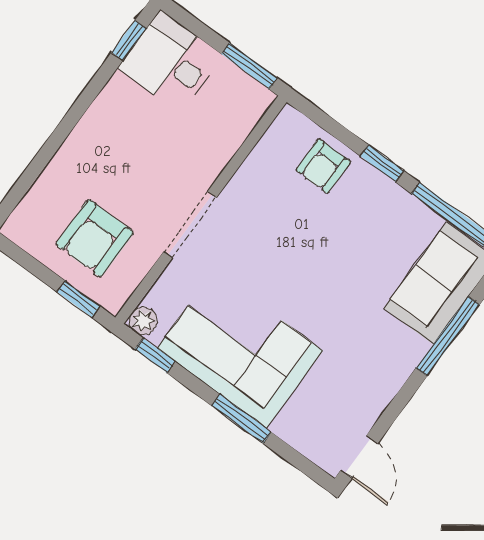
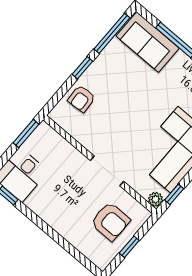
armchair: (323, 166) -> (81, 99), turned 86
window: (78, 299) -> (129, 247), moved

